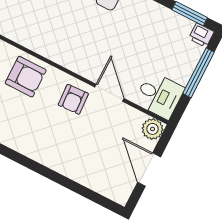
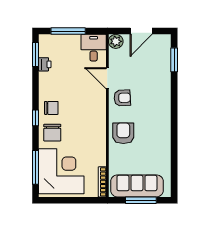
printer: (201, 35) -> (45, 64), moved
door: (109, 93) -> (107, 78), hinge flipped
window: (88, 194) -> (174, 60), added

